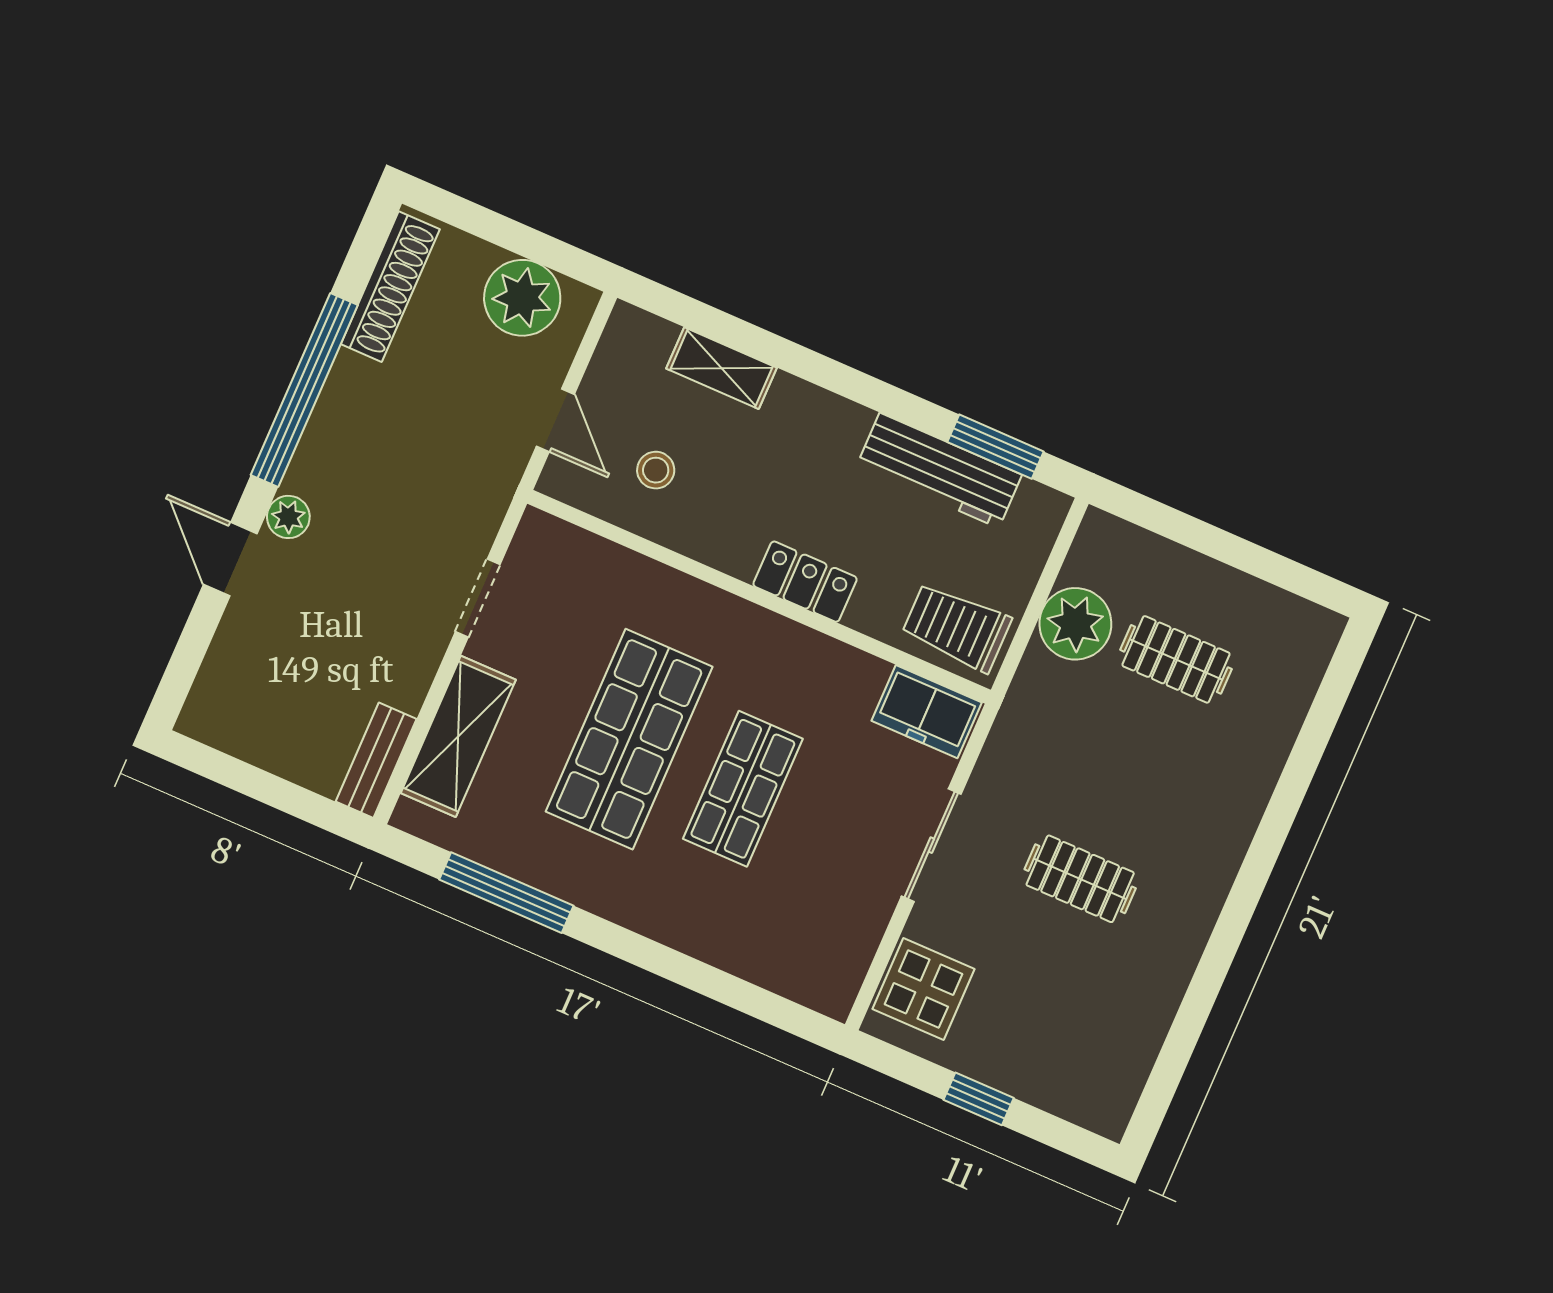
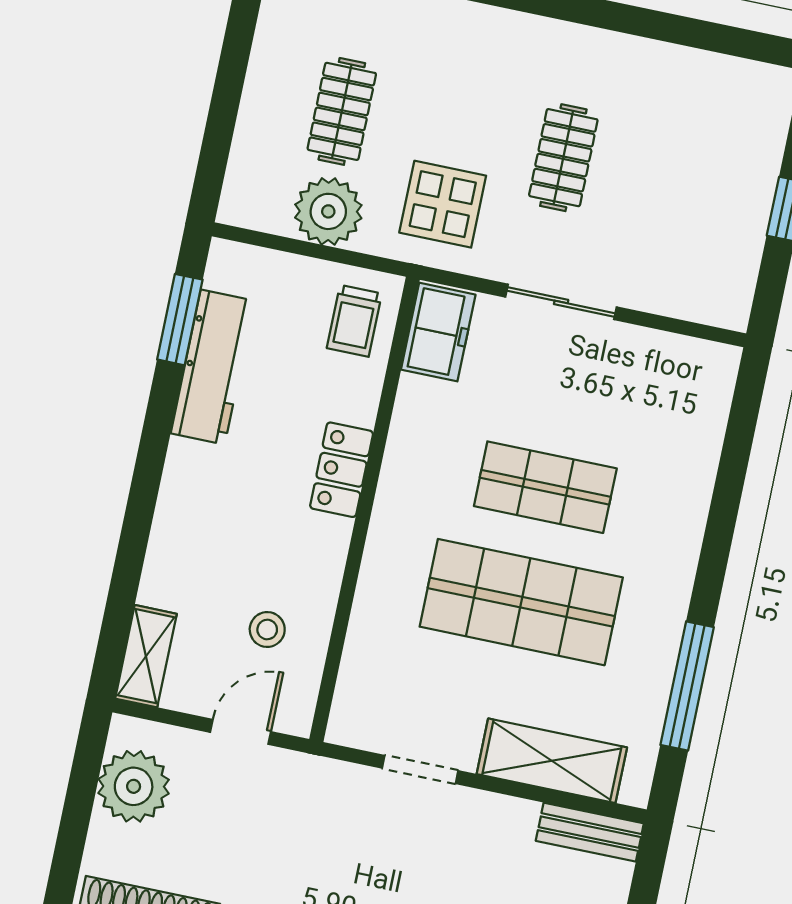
shelving: (721, 368) -> (146, 656), moved
trolley: (956, 627) -> (354, 321), width x0.73, depth x0.72
display table: (923, 989) -> (443, 204), moved

